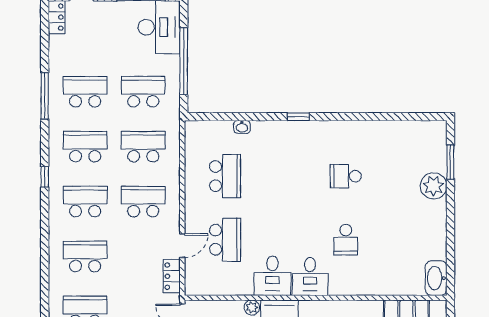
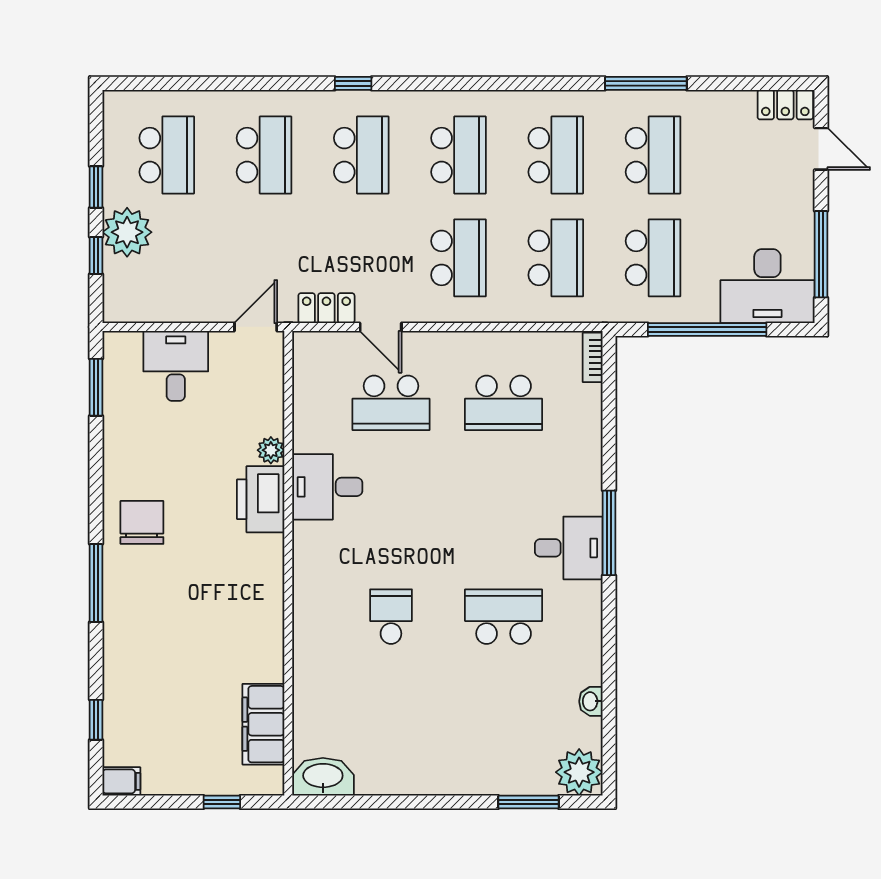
window: (298, 117) -> (609, 533), width x2.17
bookcase: (199, 126) -> (593, 357), added
washbasin: (242, 127) -> (591, 701), moved
school desk: (346, 176) -> (504, 617), width x1.85
window: (45, 177) -> (353, 83), moved
plant: (434, 186) -> (579, 772), moved
school desk: (346, 240) -> (391, 617), turned 90
desk: (310, 276) -> (569, 548), moved, turned 180

